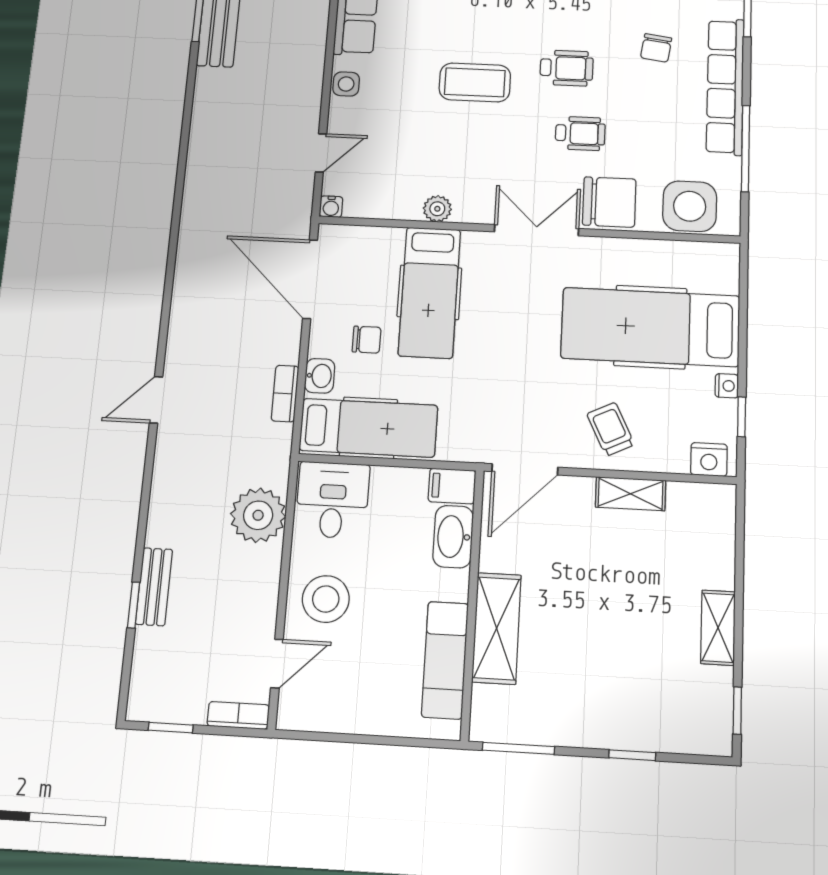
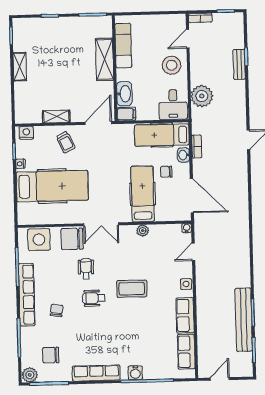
wheelchair: (580, 133) -> (86, 269), turned 90

